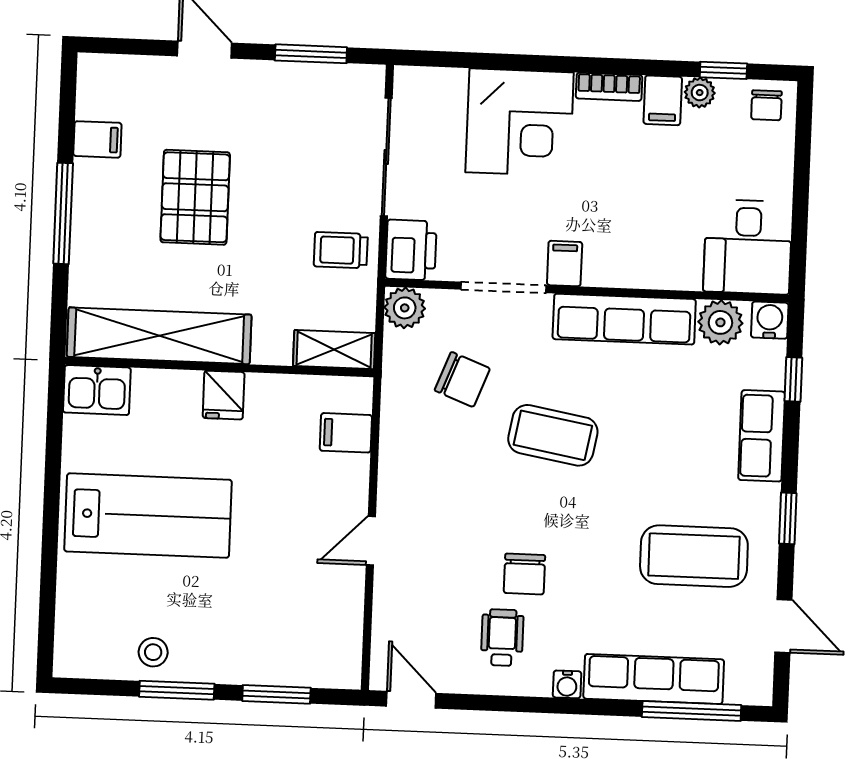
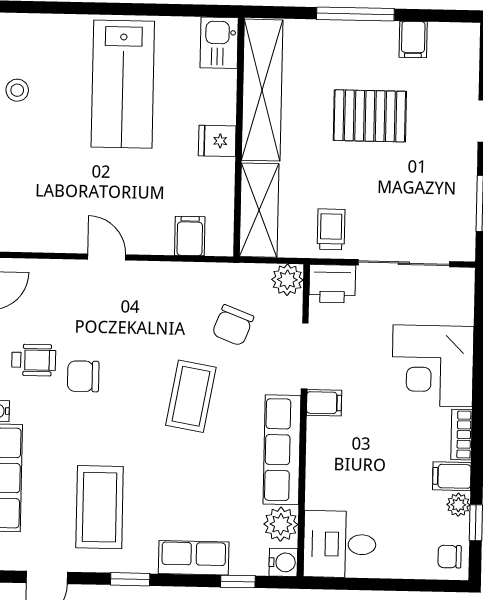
shelving: (334, 350) -> (259, 210), width x1.50, depth x1.33

